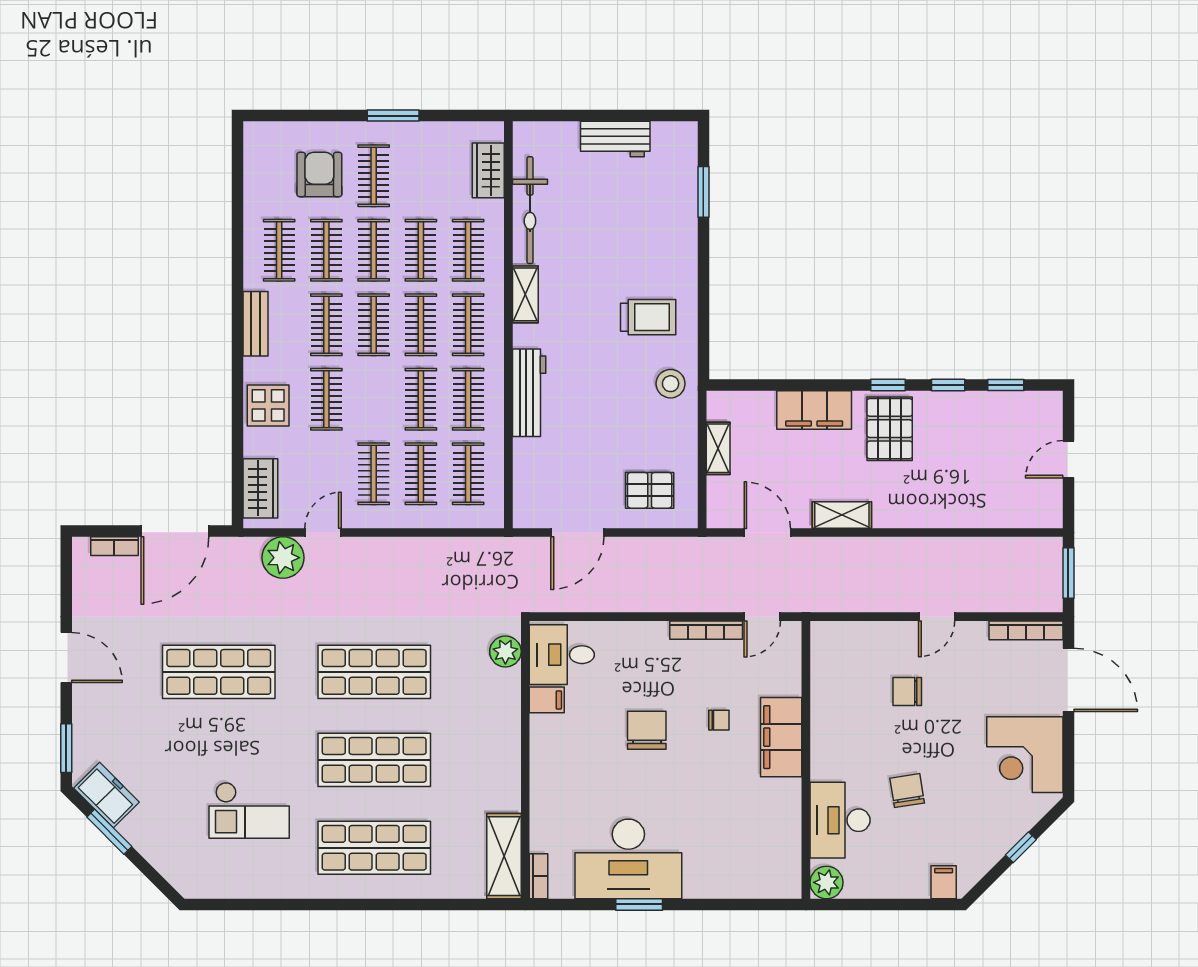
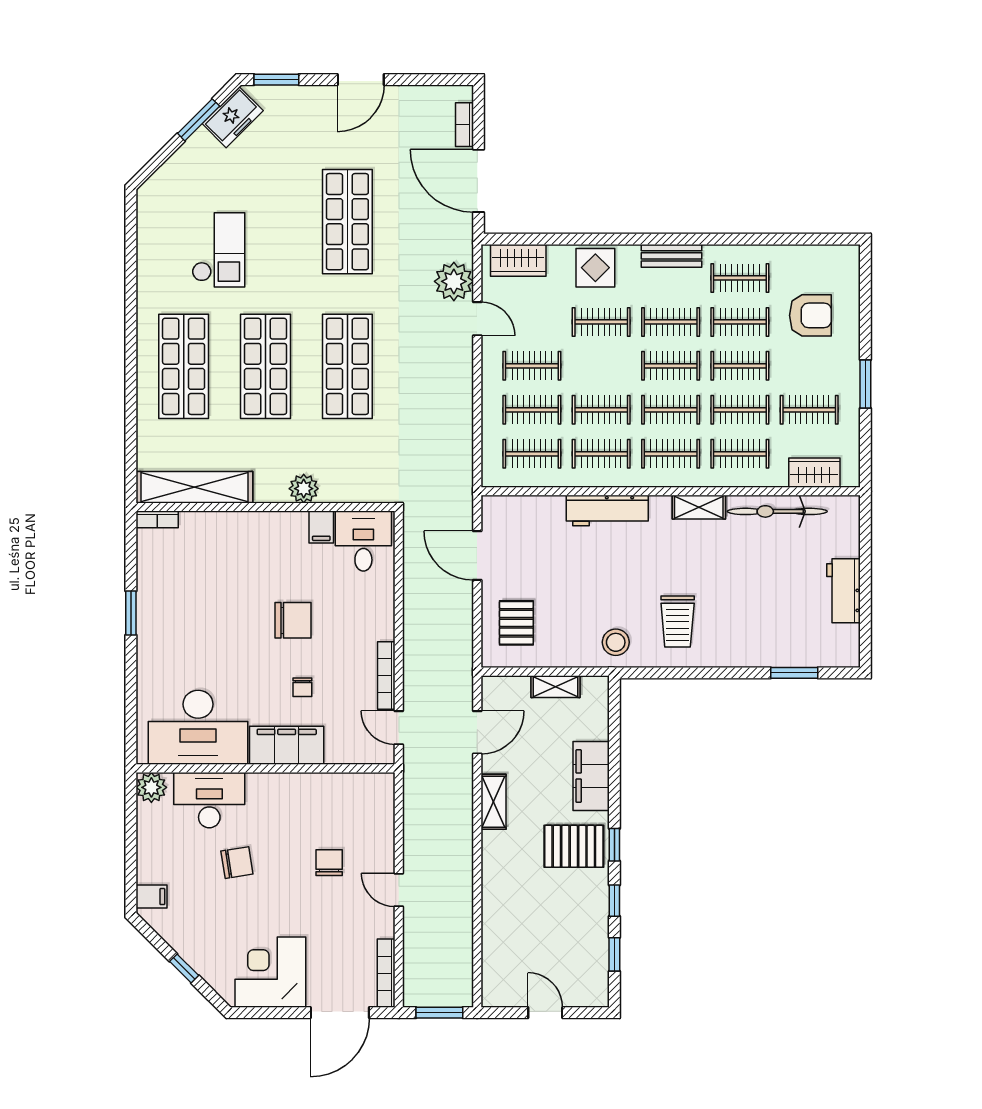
clothes rail: (374, 176) -> (809, 410), moved
plant: (505, 652) -> (304, 489), moved
checkout: (249, 810) -> (218, 250), turned 180
shelving: (504, 856) -> (194, 487), width x1.47
desk: (628, 859) -> (198, 727), moved, turned -90

